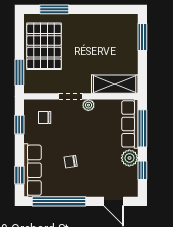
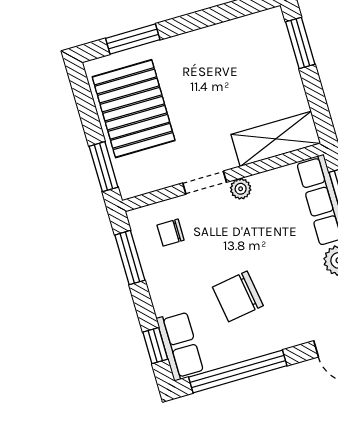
window: (19, 125) -> (130, 258), width x1.50
chair: (71, 162) -> (238, 296), width x1.87, depth x1.87
row of seats: (32, 170) -> (180, 346), width x0.68

